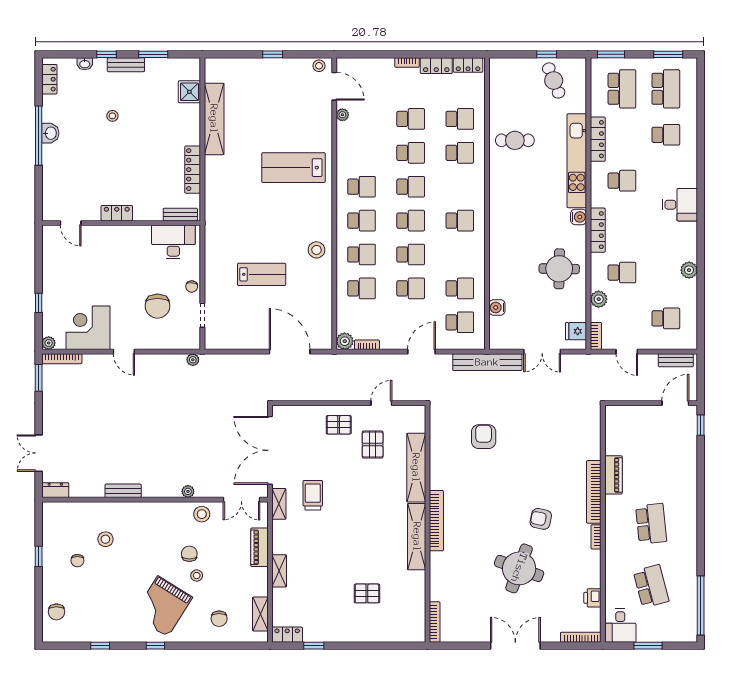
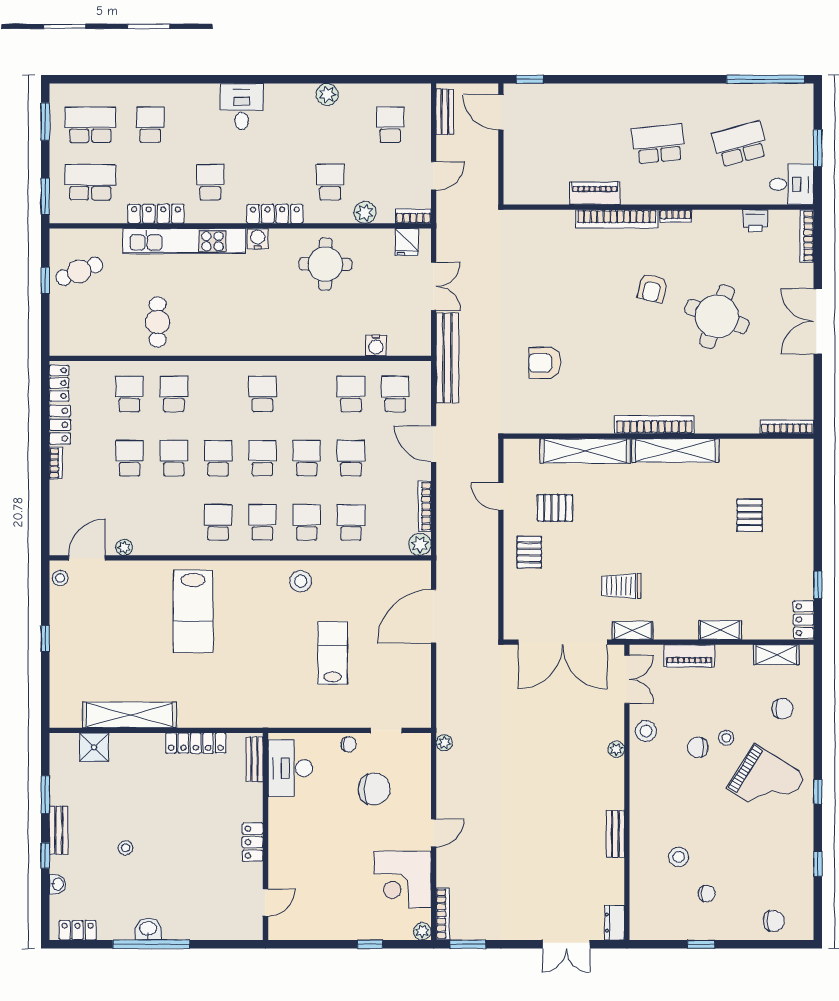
bookcase: (367, 345) -> (425, 506), width x1.56

